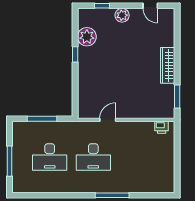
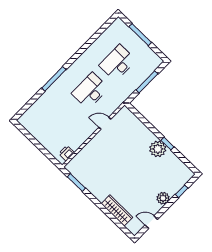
plant: (87, 37) -> (158, 149), moved
wardrobe: (168, 65) -> (117, 210), moved
door: (108, 120) -> (105, 123), swing flipped

